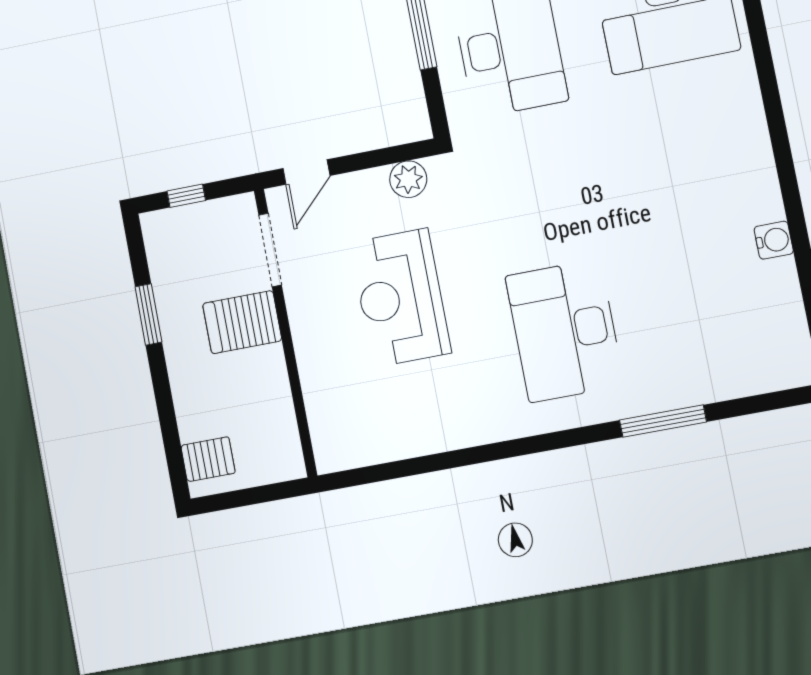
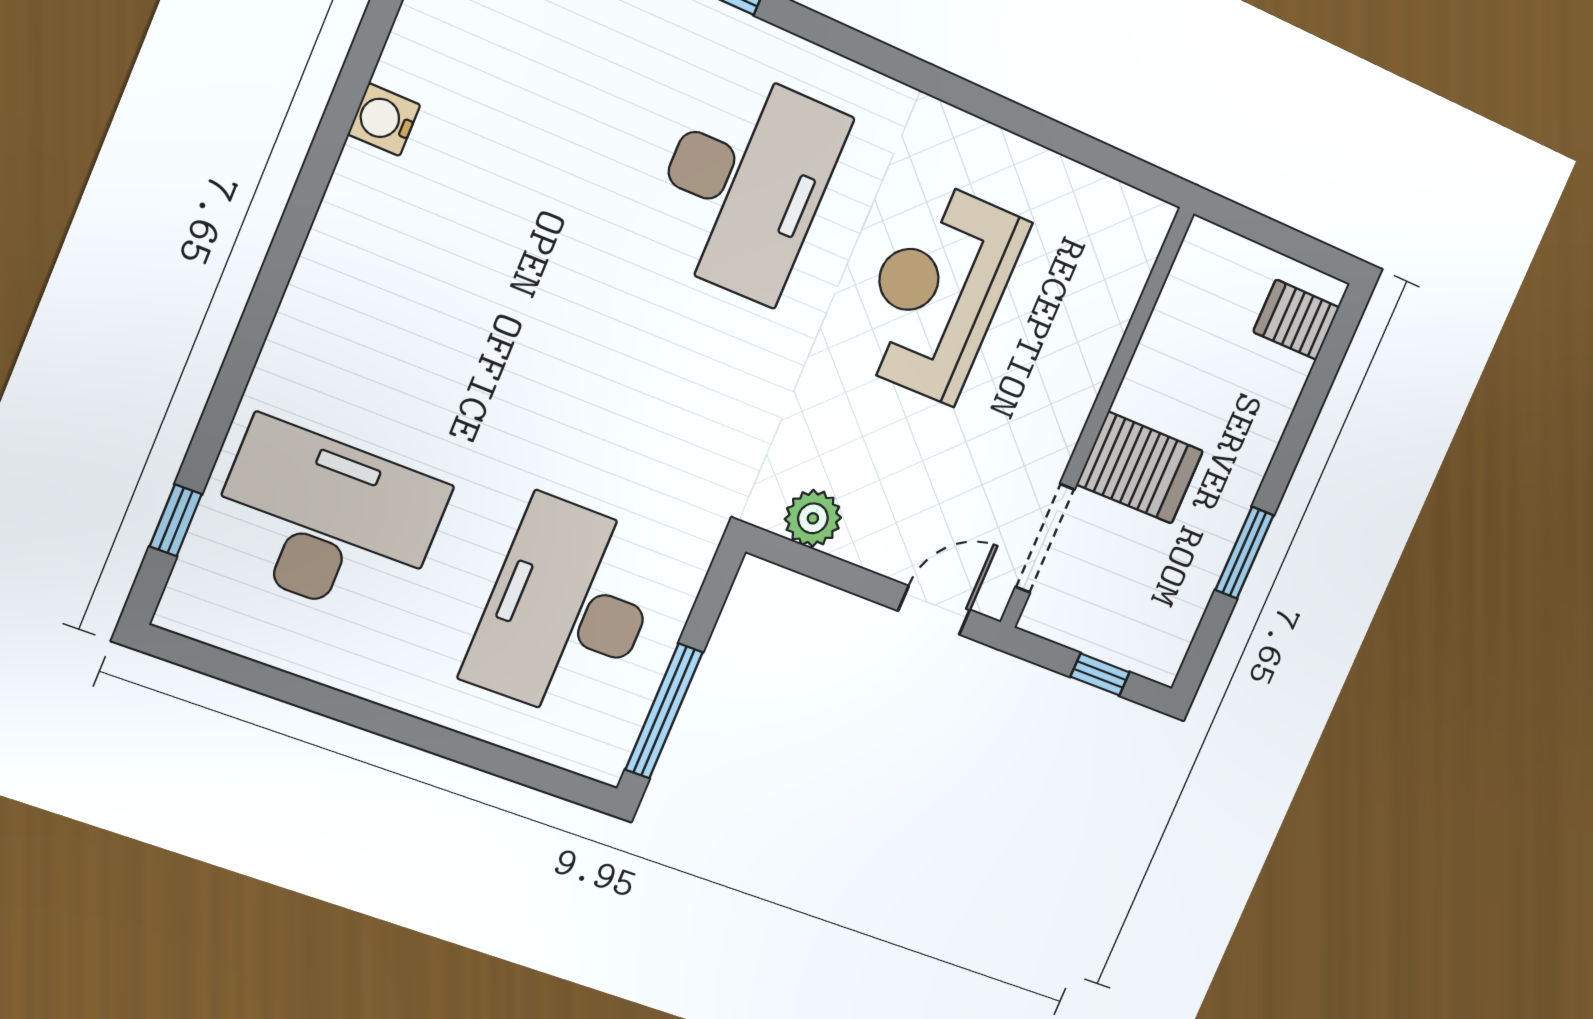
reception desk: (400, 298) -> (938, 292), moved, turned 180

